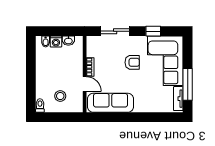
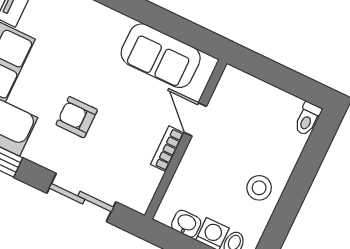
stool: (60, 96) -> (259, 188), moved
sofa: (110, 103) -> (161, 56), width x0.73

